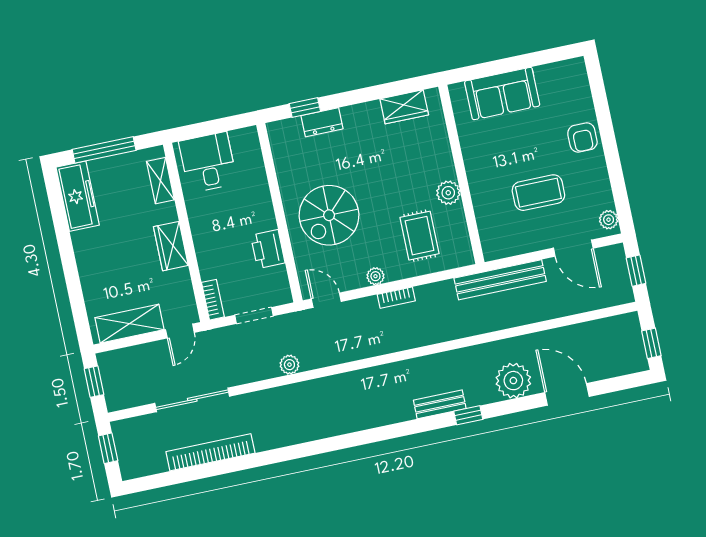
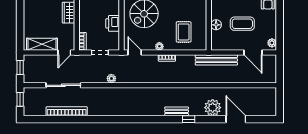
plant: (448, 193) -> (201, 15), removed
floor lamp: (484, 206) -> (216, 25), added
window: (636, 271) -> (280, 69), removed
window: (651, 343) -> (280, 104), removed

